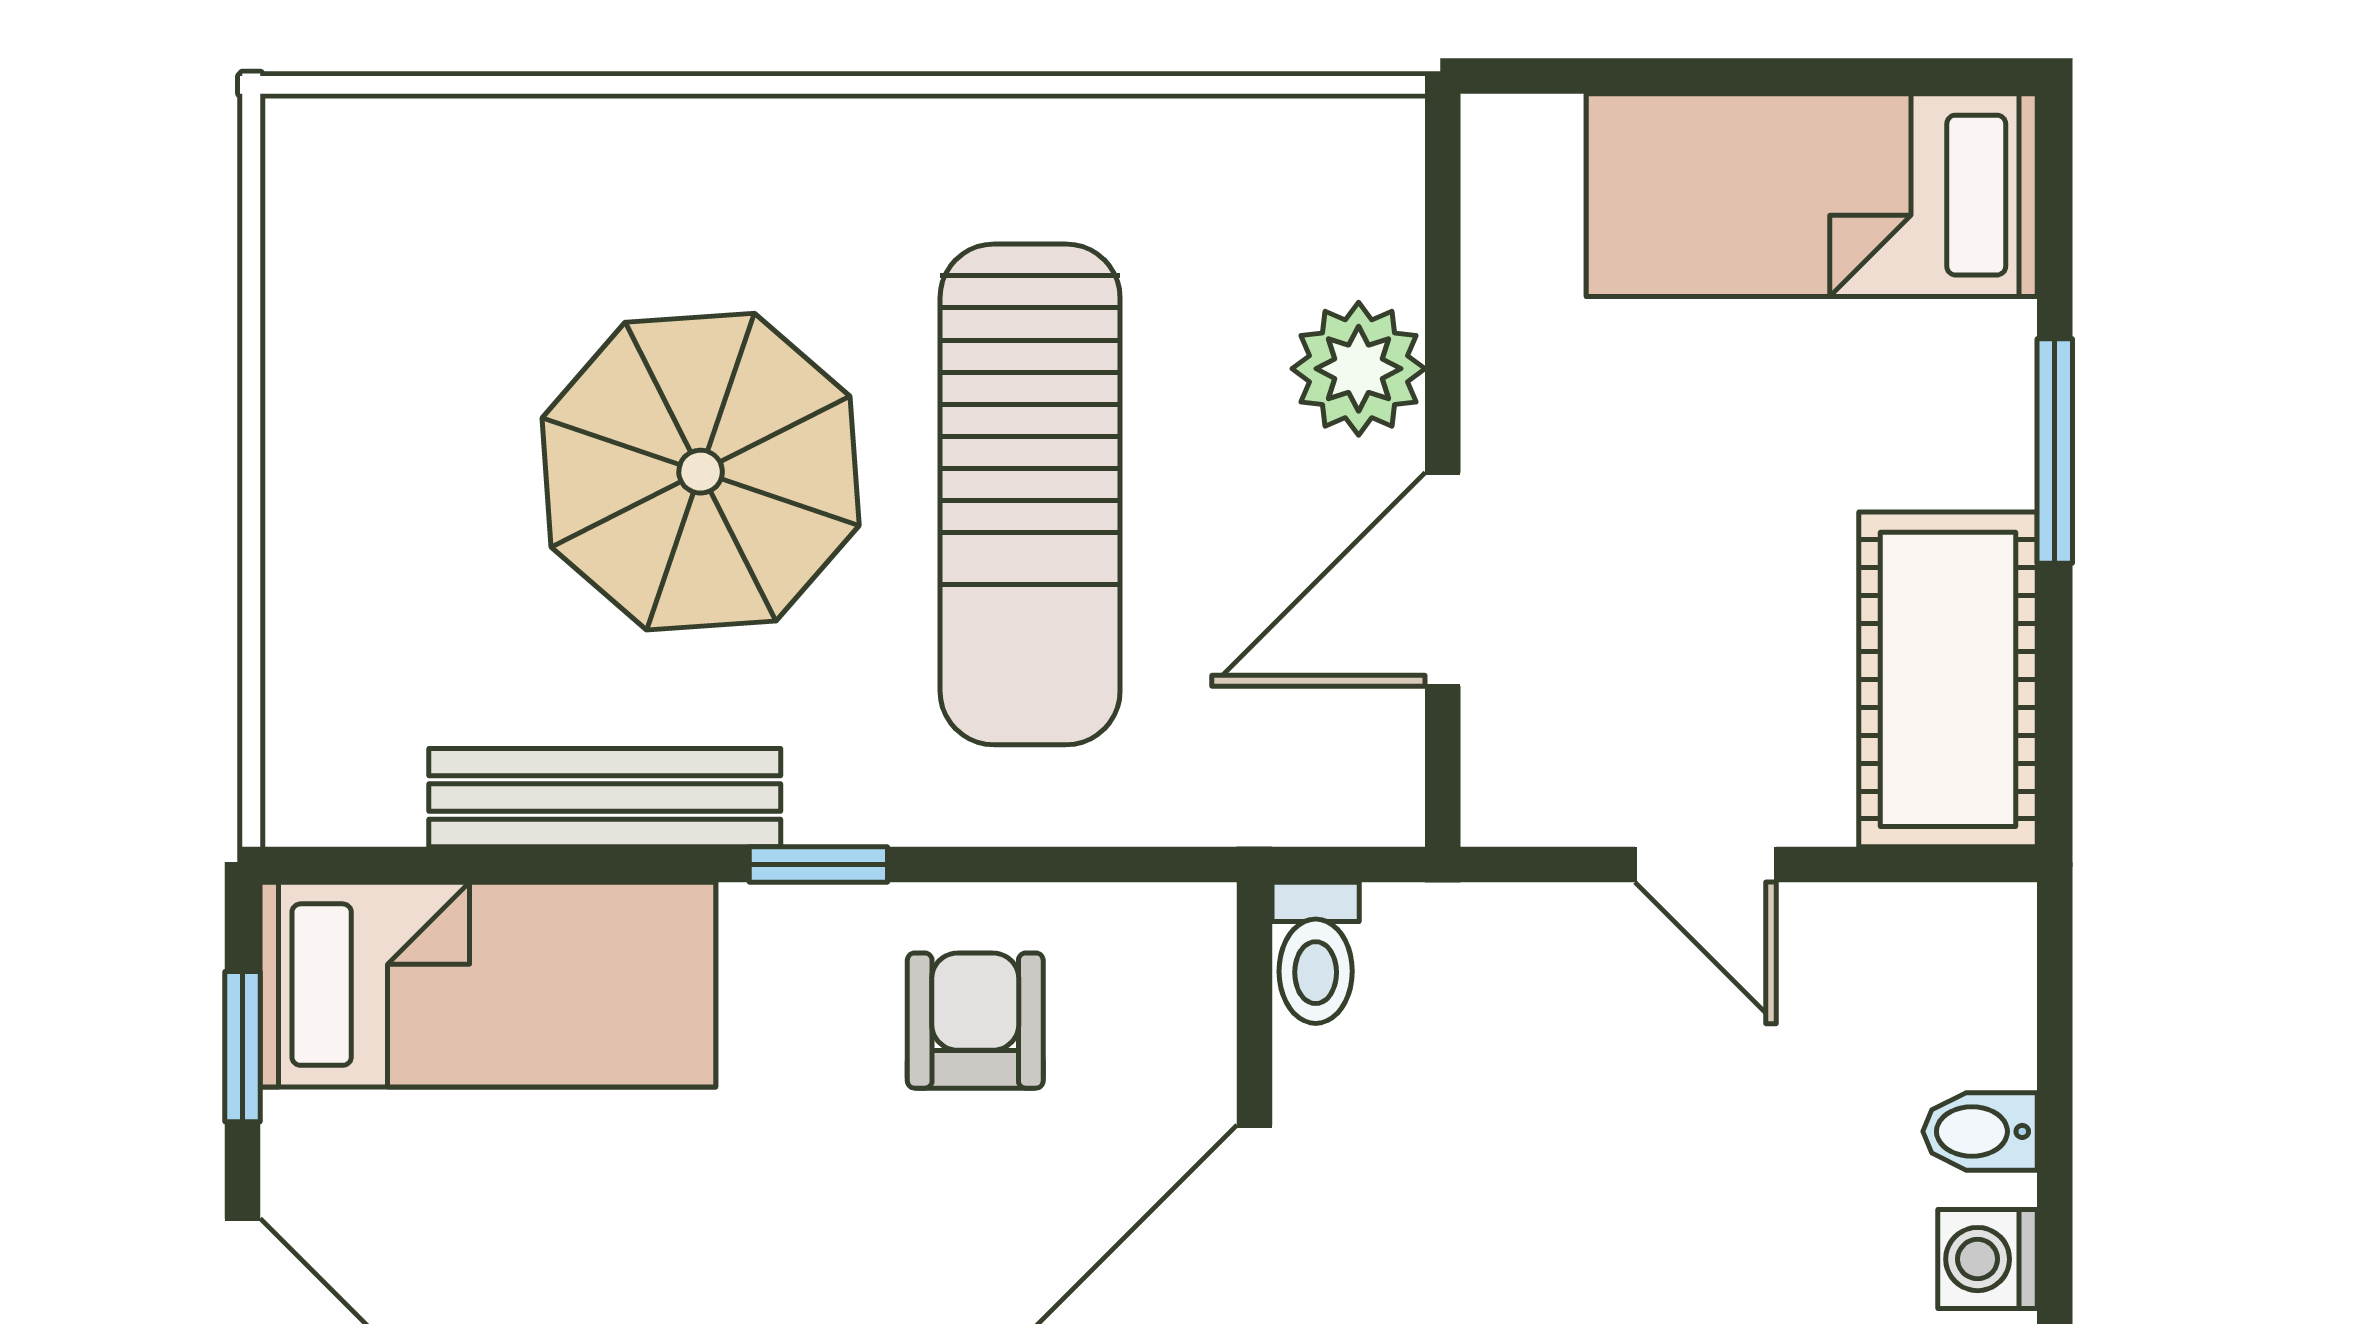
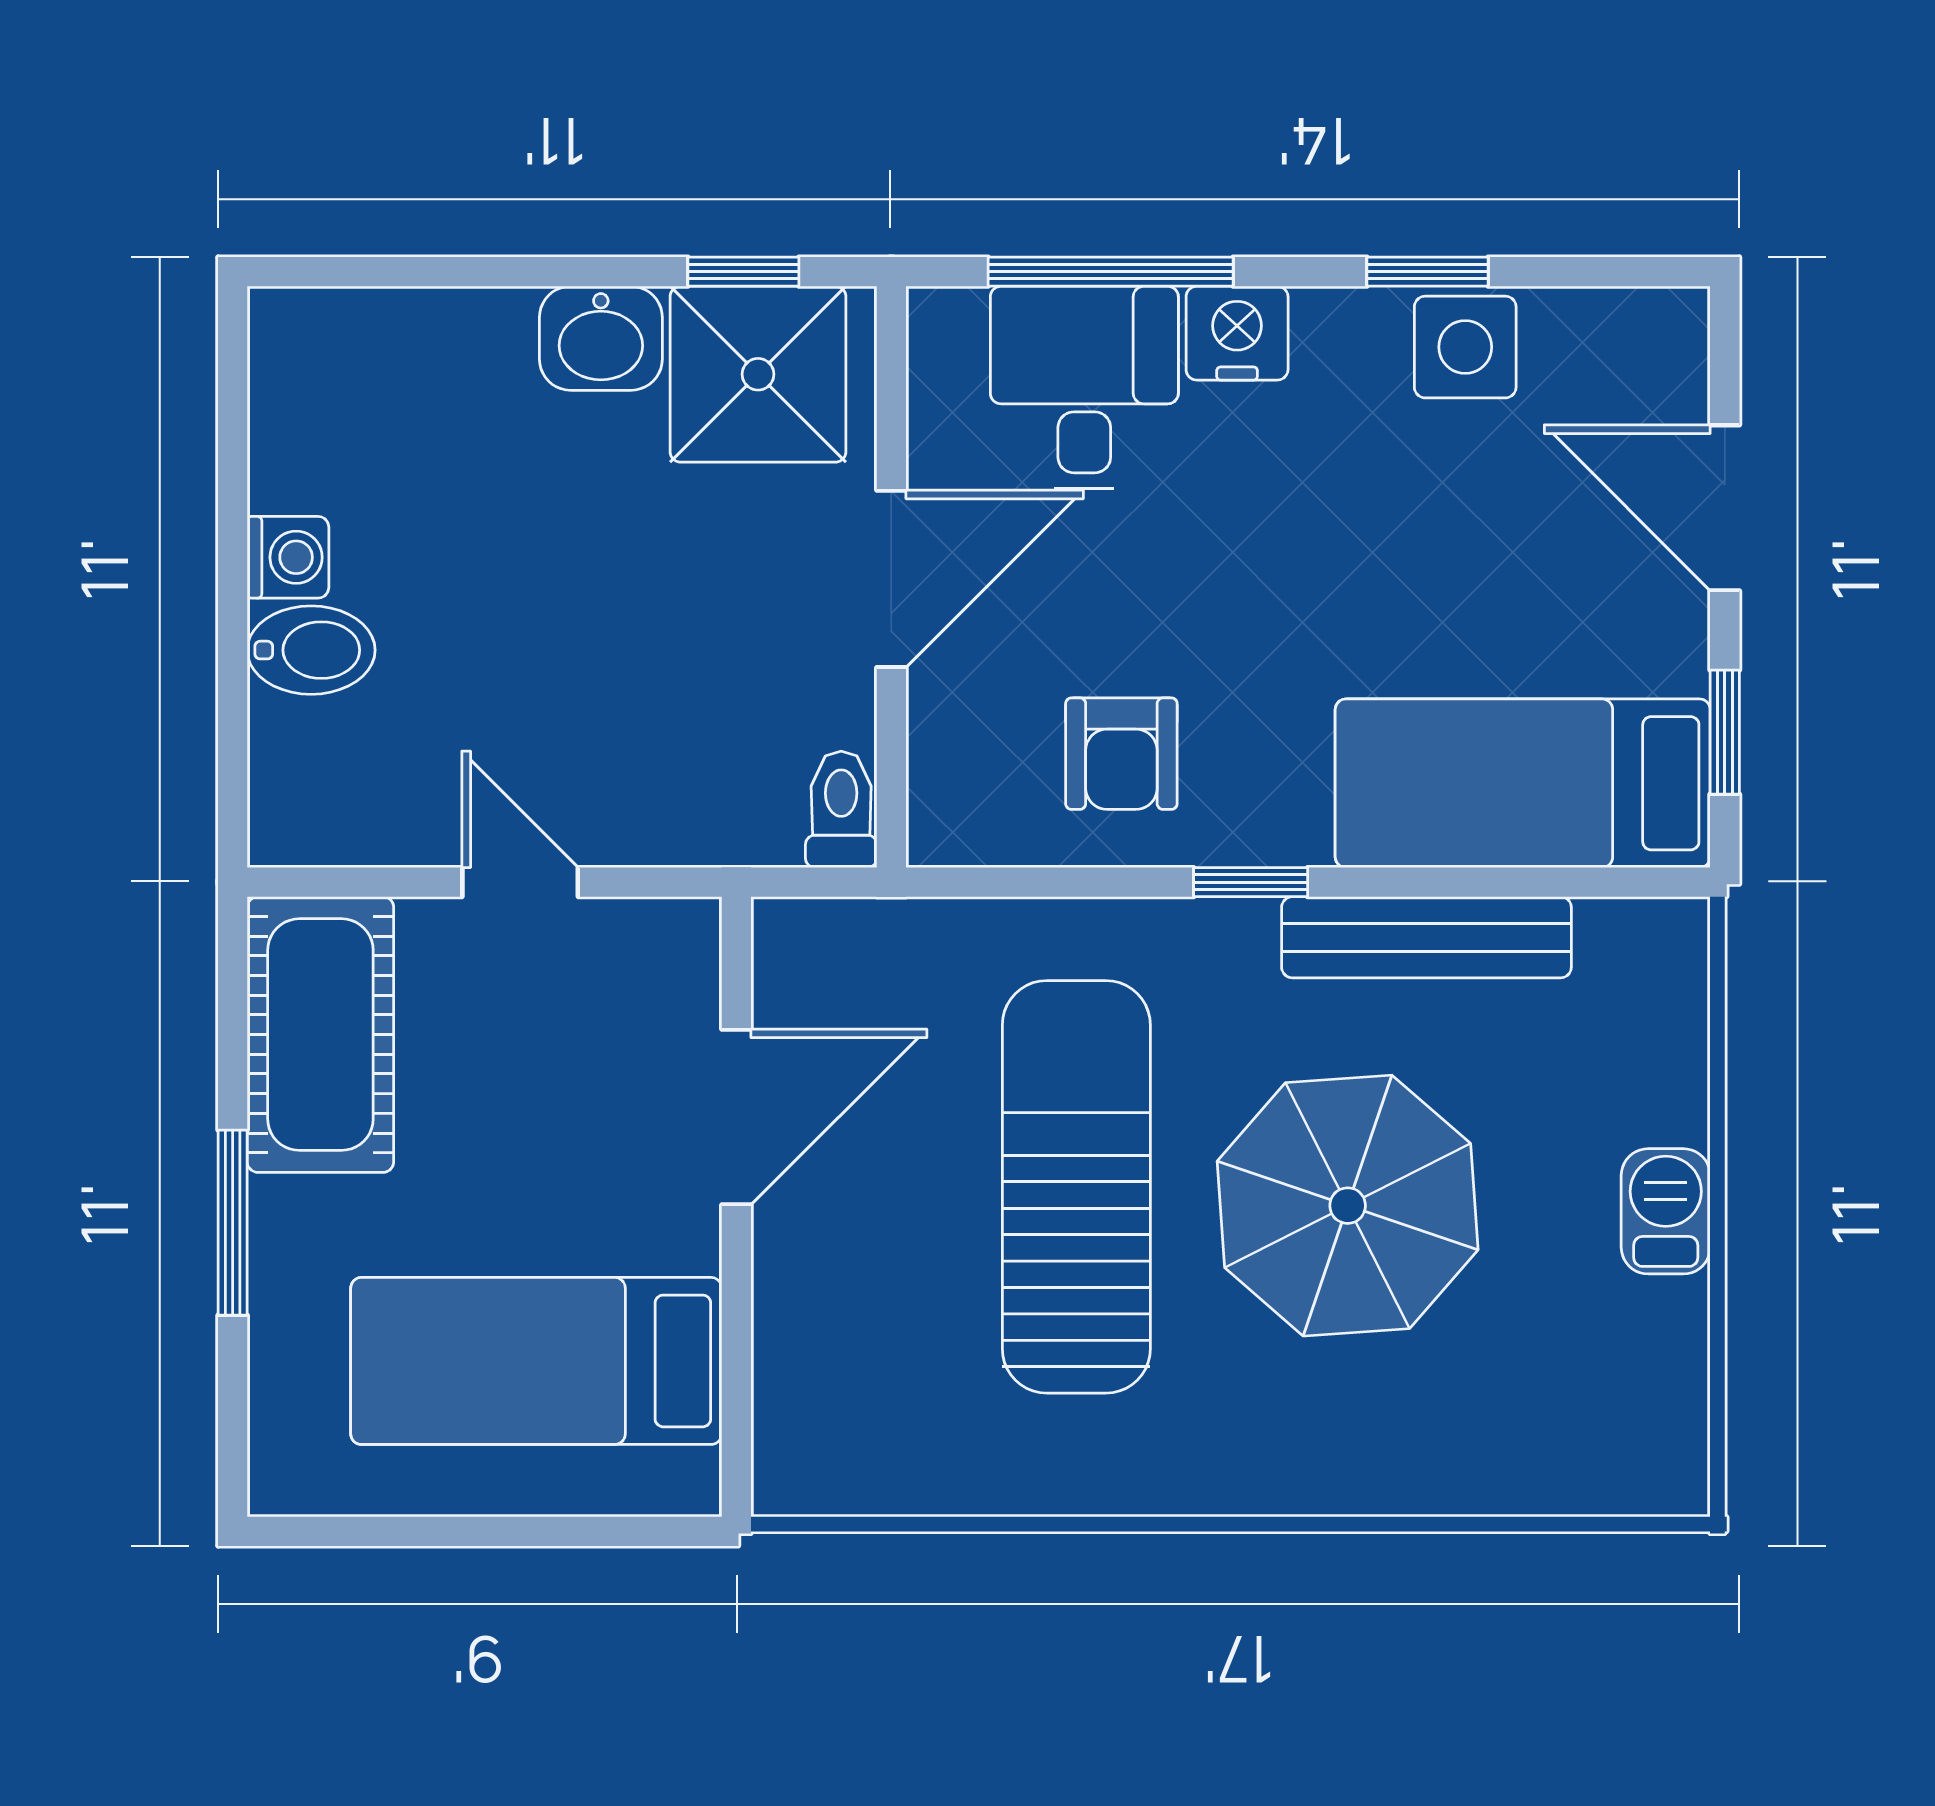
bed: (1812, 195) -> (536, 1361), moved, turned 180
plant: (1359, 369) -> (806, 1290), removed
barbecue: (314, 465) -> (1666, 1211), added
bidet: (1980, 1131) -> (311, 650), width x1.38, depth x1.36

